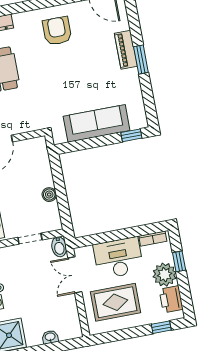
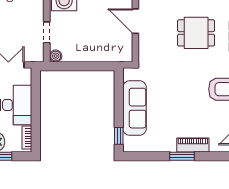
boiler: (49, 195) -> (56, 56), moved
bidet: (59, 247) -> (35, 56), removed

